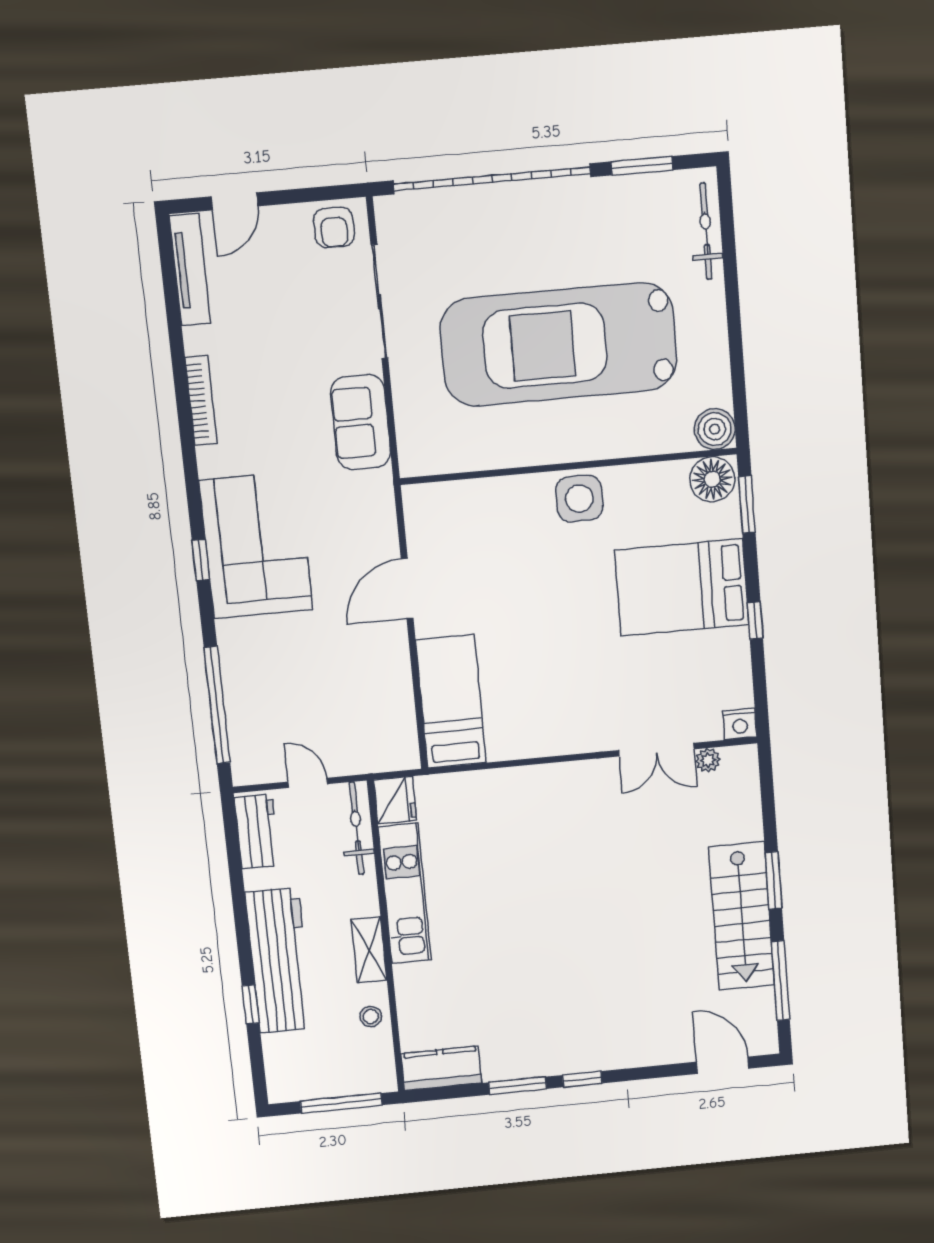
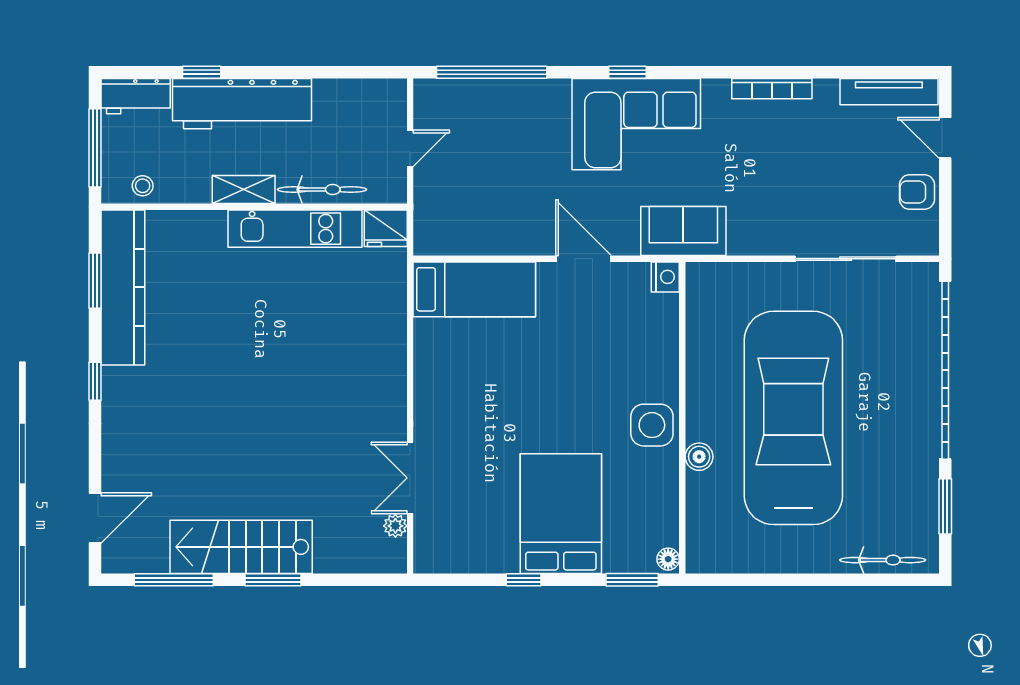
armchair: (334, 227) -> (917, 192), moved
sofa: (361, 422) -> (683, 231), moved
boiler: (715, 429) -> (699, 457), moved, width x0.73, depth x0.73
floor lamp: (712, 479) -> (668, 559), width x0.53, depth x0.53
nightstand: (740, 724) -> (665, 277), moved, turned 180
bicycle: (356, 828) -> (322, 190), moved
workbench: (257, 831) -> (136, 96), moved
stool: (371, 1016) -> (143, 186), moved
kitchen counter: (441, 1068) -> (123, 287), width x2.08, depth x1.17
window: (518, 1086) -> (95, 281), moved

